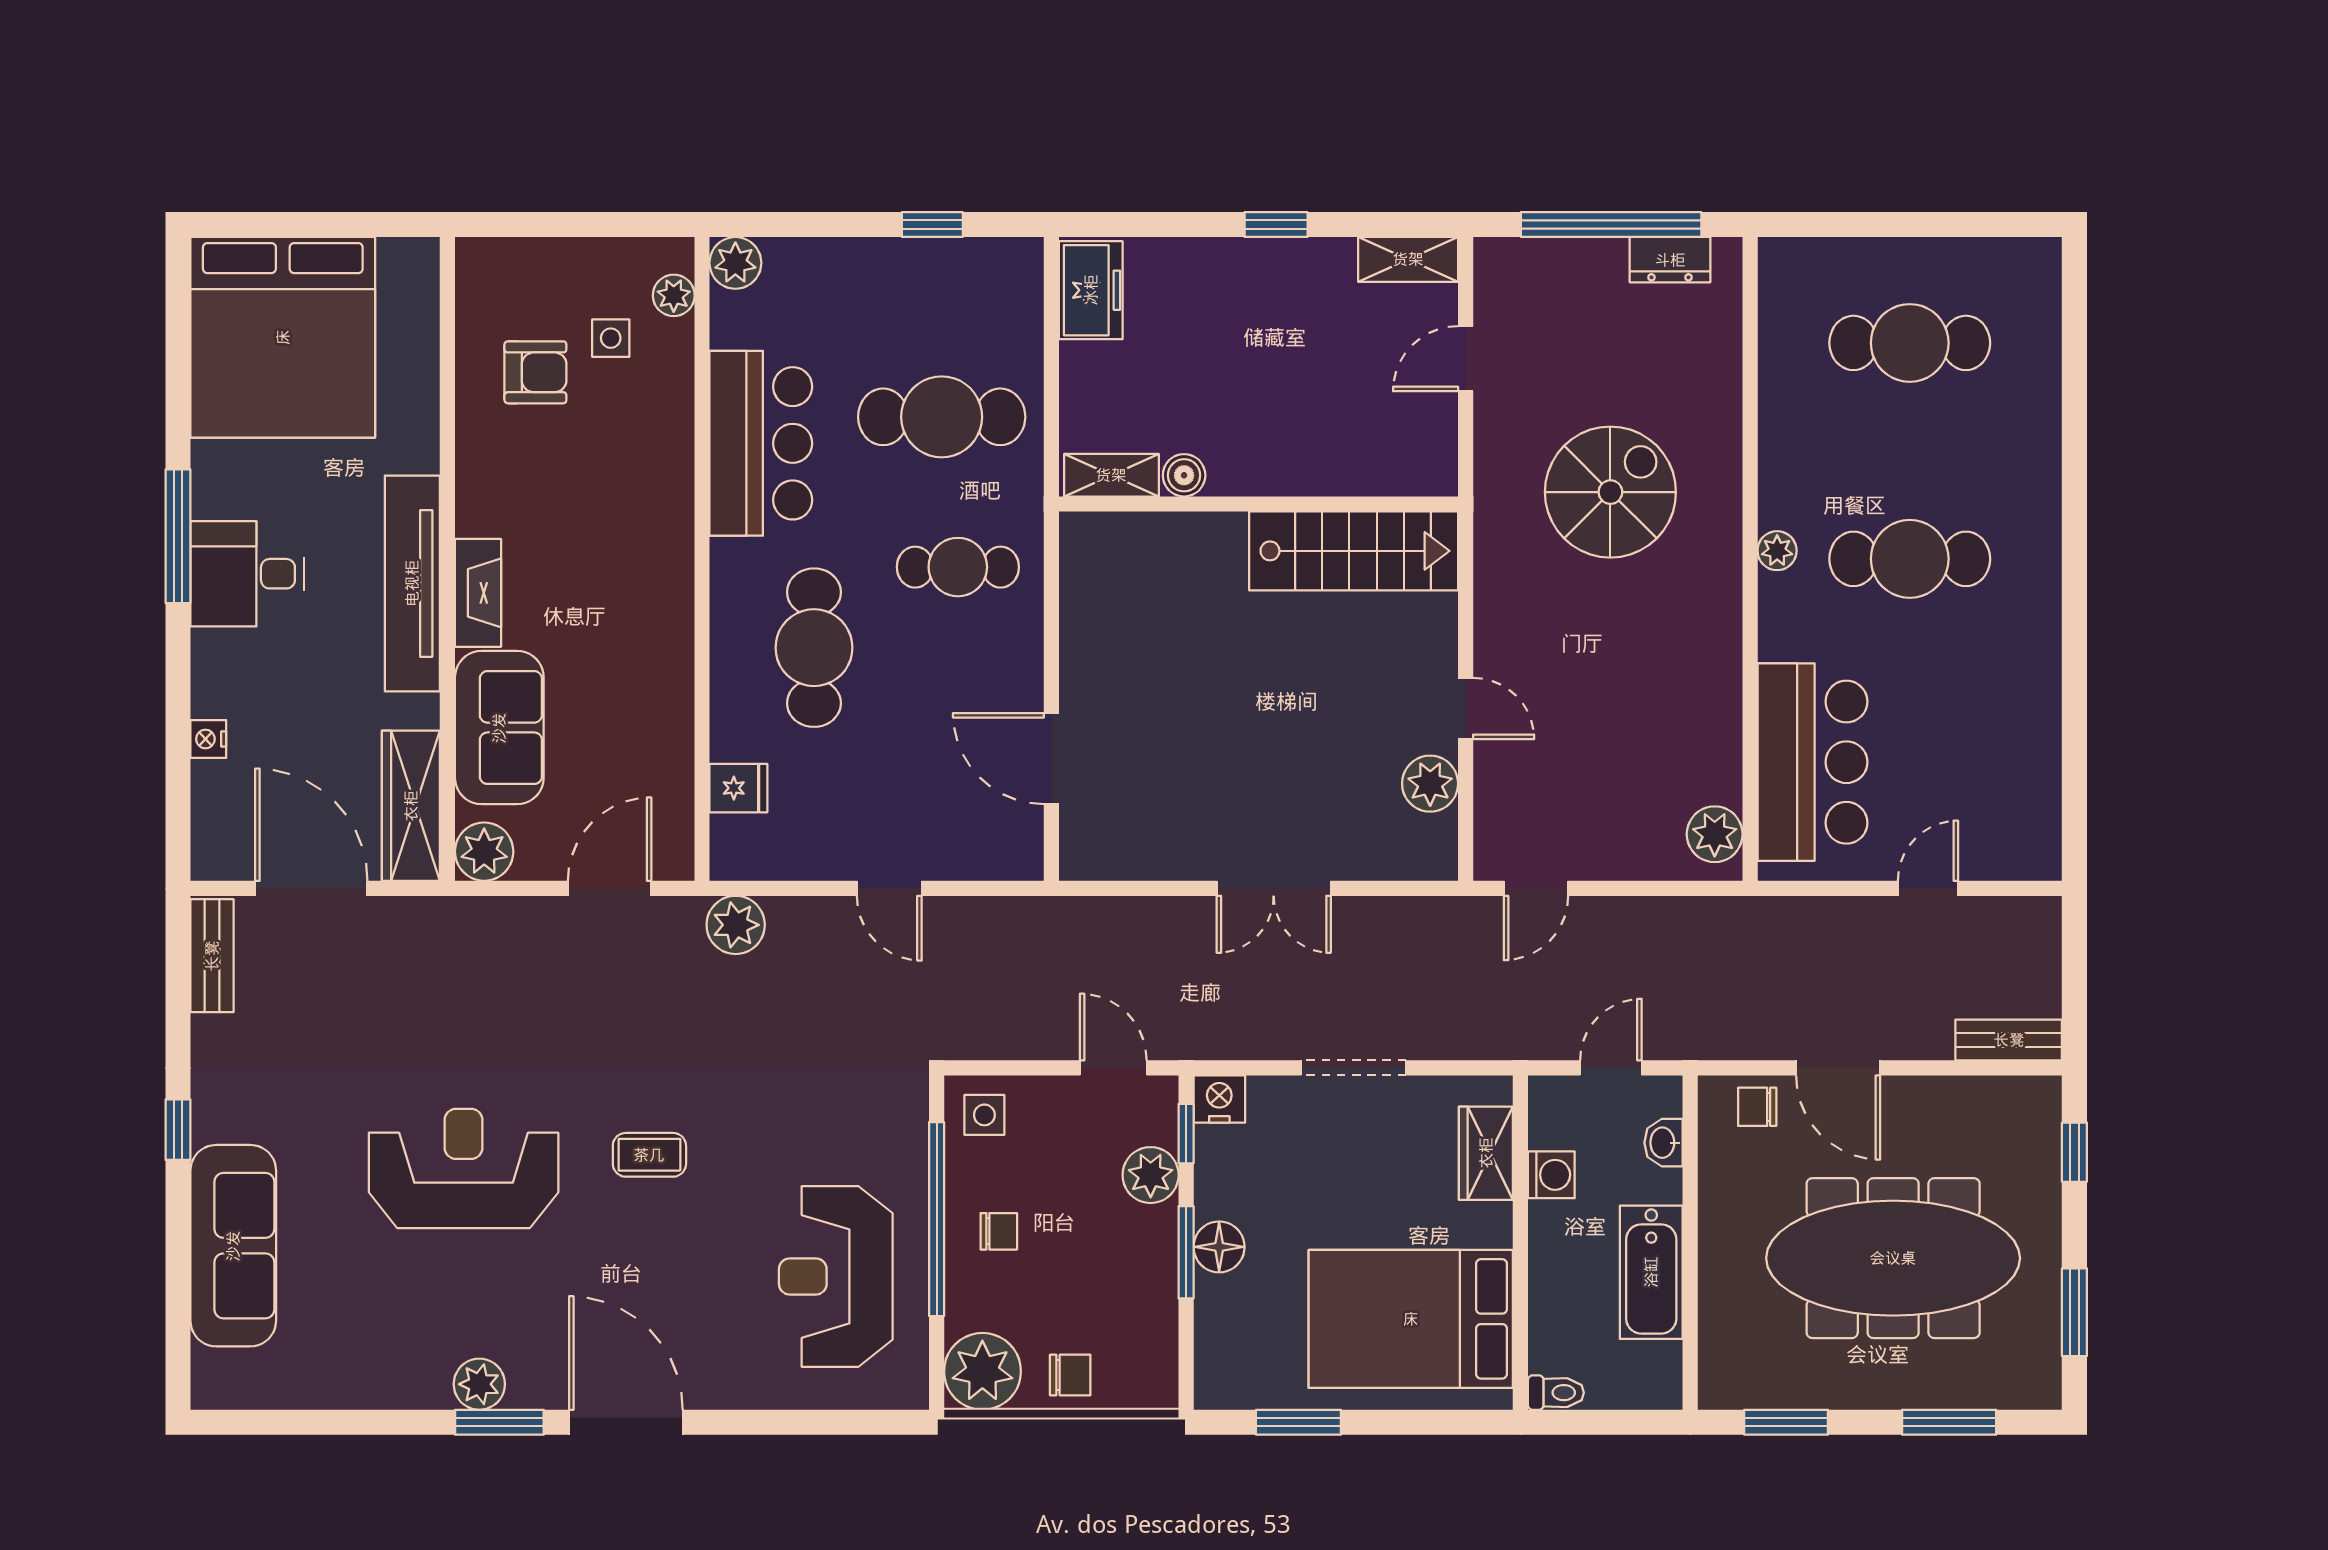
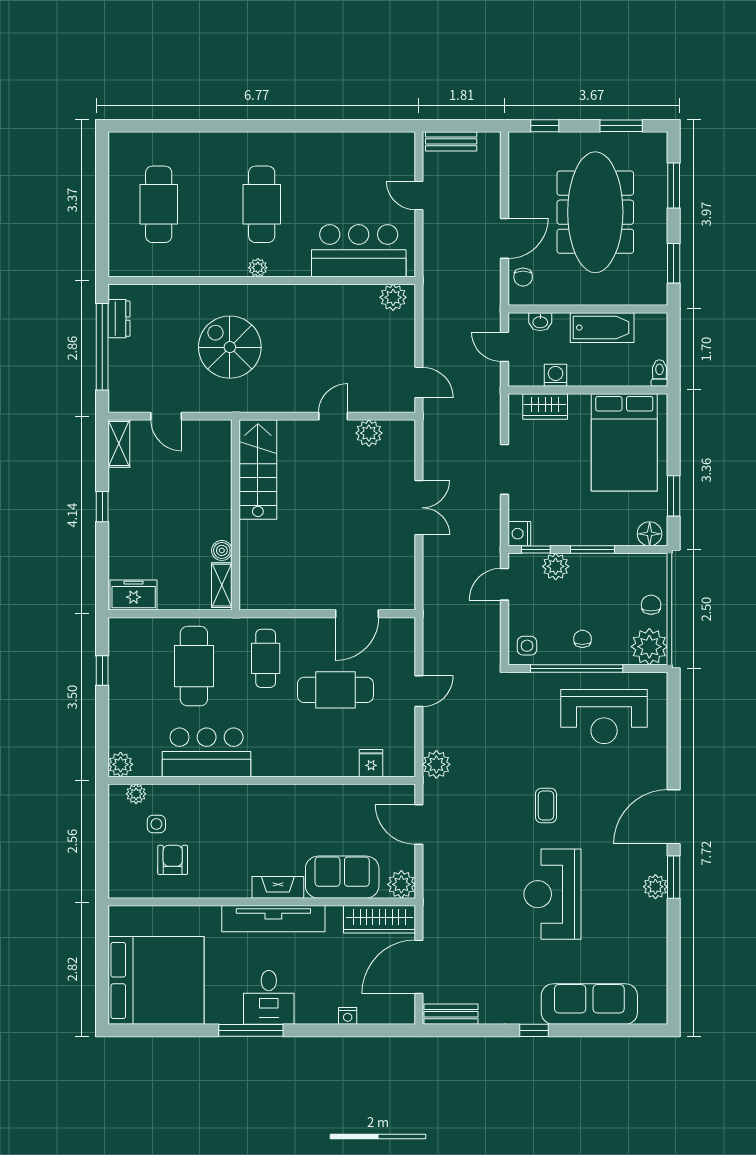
cafe table: (814, 648) -> (335, 690), moved
bench: (2009, 1040) -> (451, 141), moved, turned 90
floor lamp: (1219, 1247) -> (650, 534), moved

